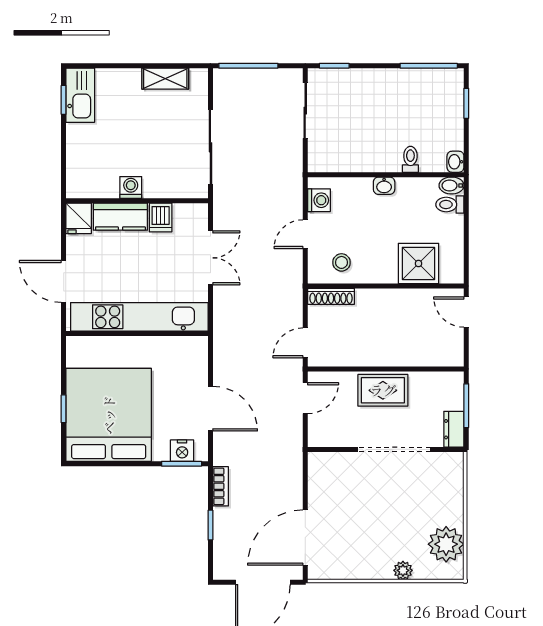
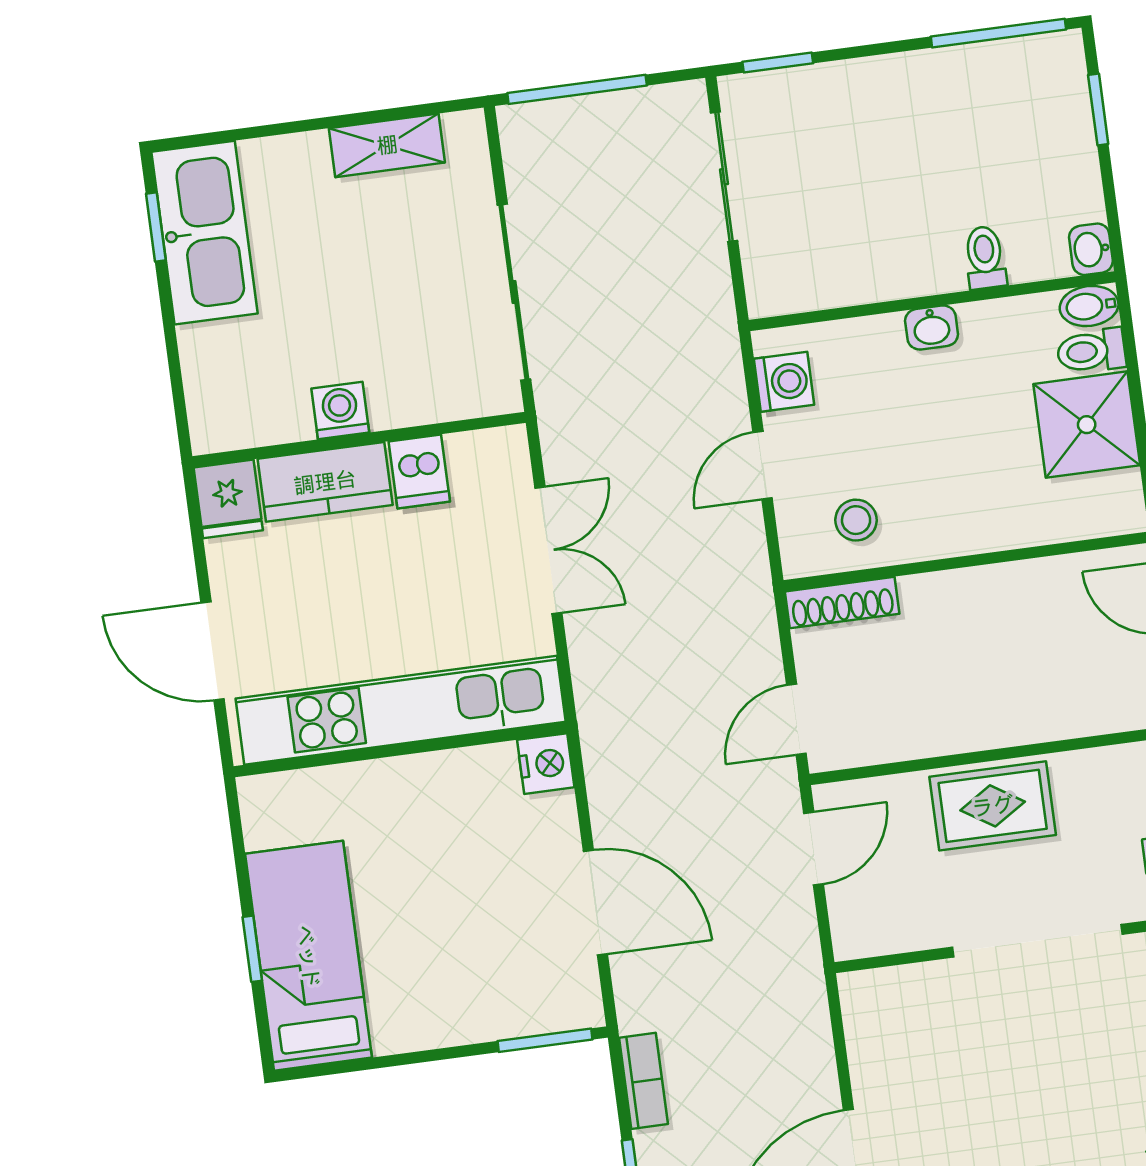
kitchen sink: (80, 95) -> (205, 233), width x1.36, depth x1.24
shower: (418, 263) -> (1087, 425), moved
bed: (109, 415) -> (308, 956), width x0.49
nightstand: (182, 451) -> (546, 764), moved, turned -90

